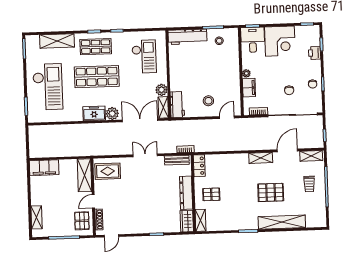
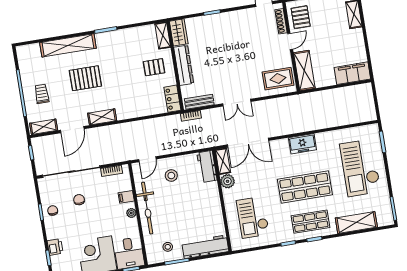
bicycle: (232, 76) -> (147, 208), added
filing cabinet: (249, 88) -> (126, 197), width x0.50
plant: (112, 114) -> (281, 146), removed

